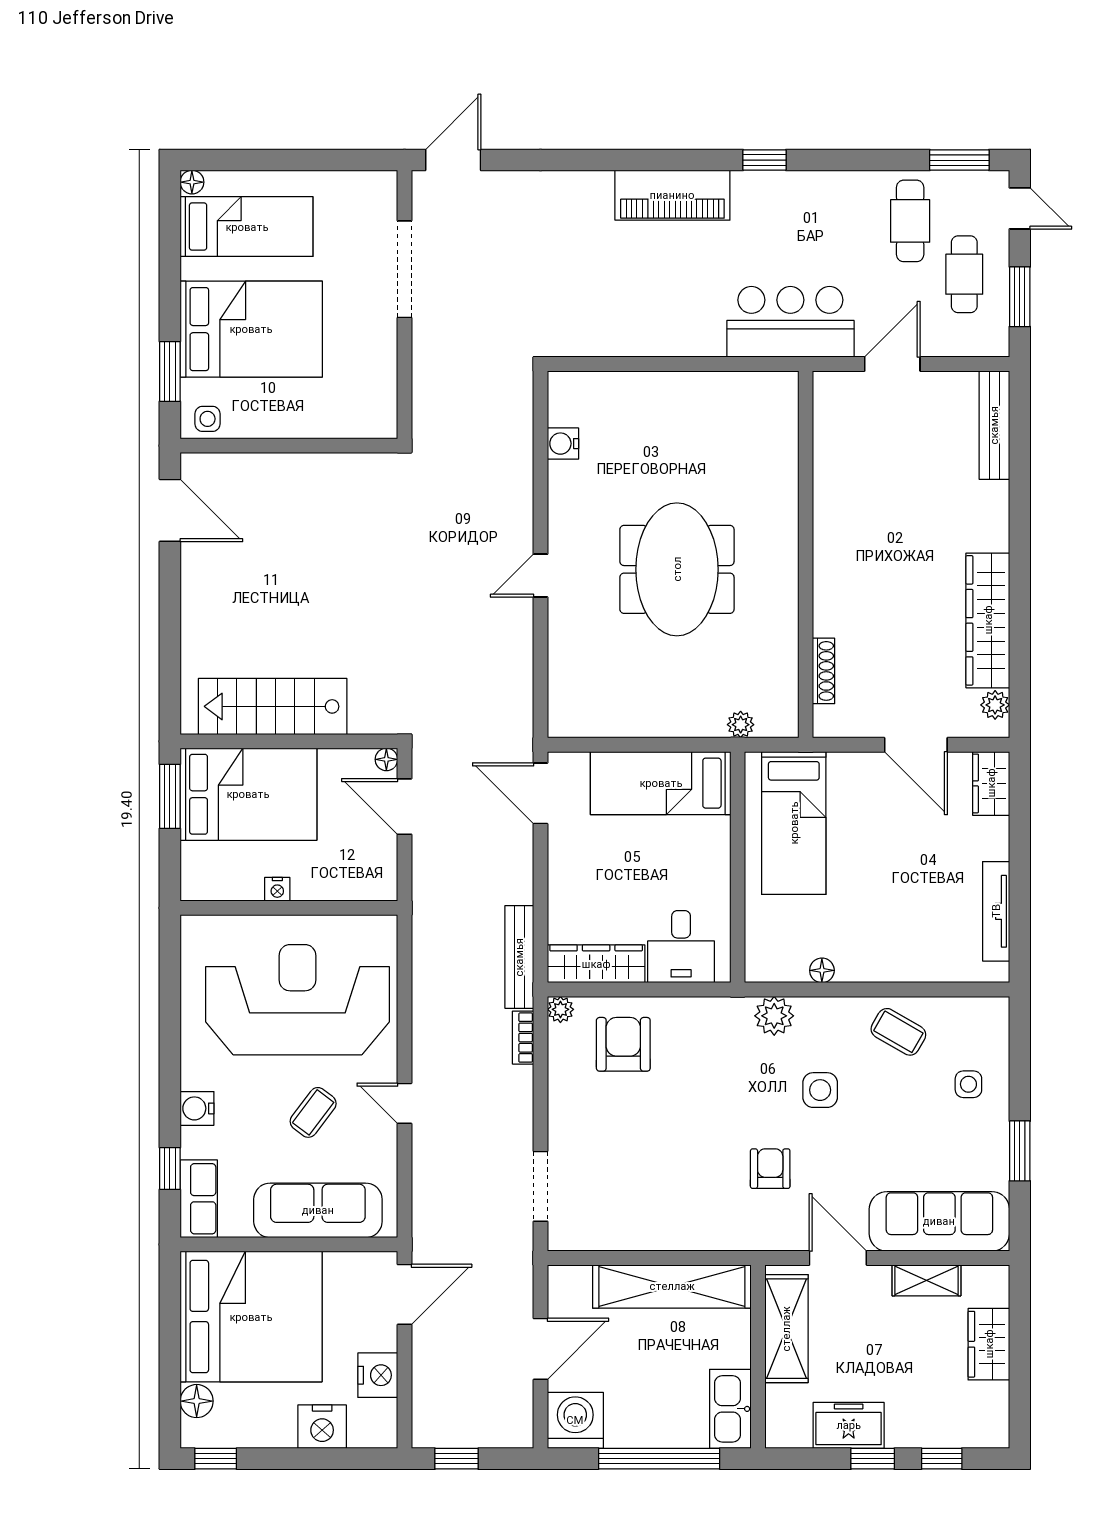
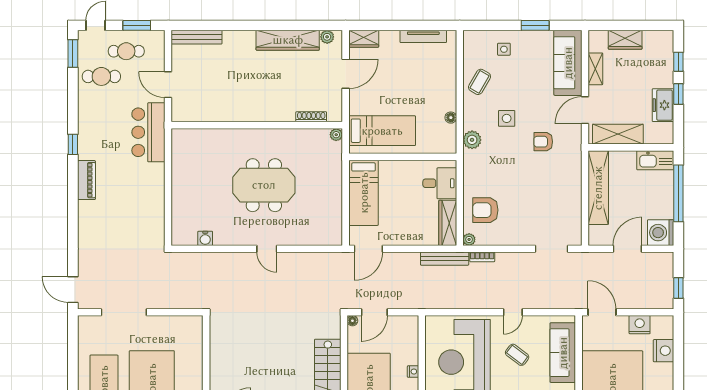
piano: (672, 195) -> (86, 180), width x0.73, depth x0.75
plant: (741, 725) -> (336, 135), moved
door: (540, 1349) -> (627, 249), hinge flipped

